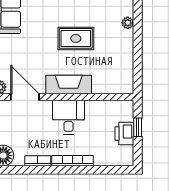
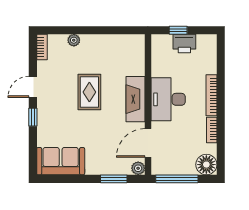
desk: (69, 117) -> (168, 99), width x1.37

